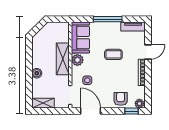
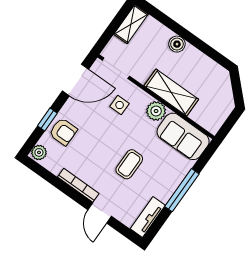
window: (131, 111) -> (47, 120), moved

